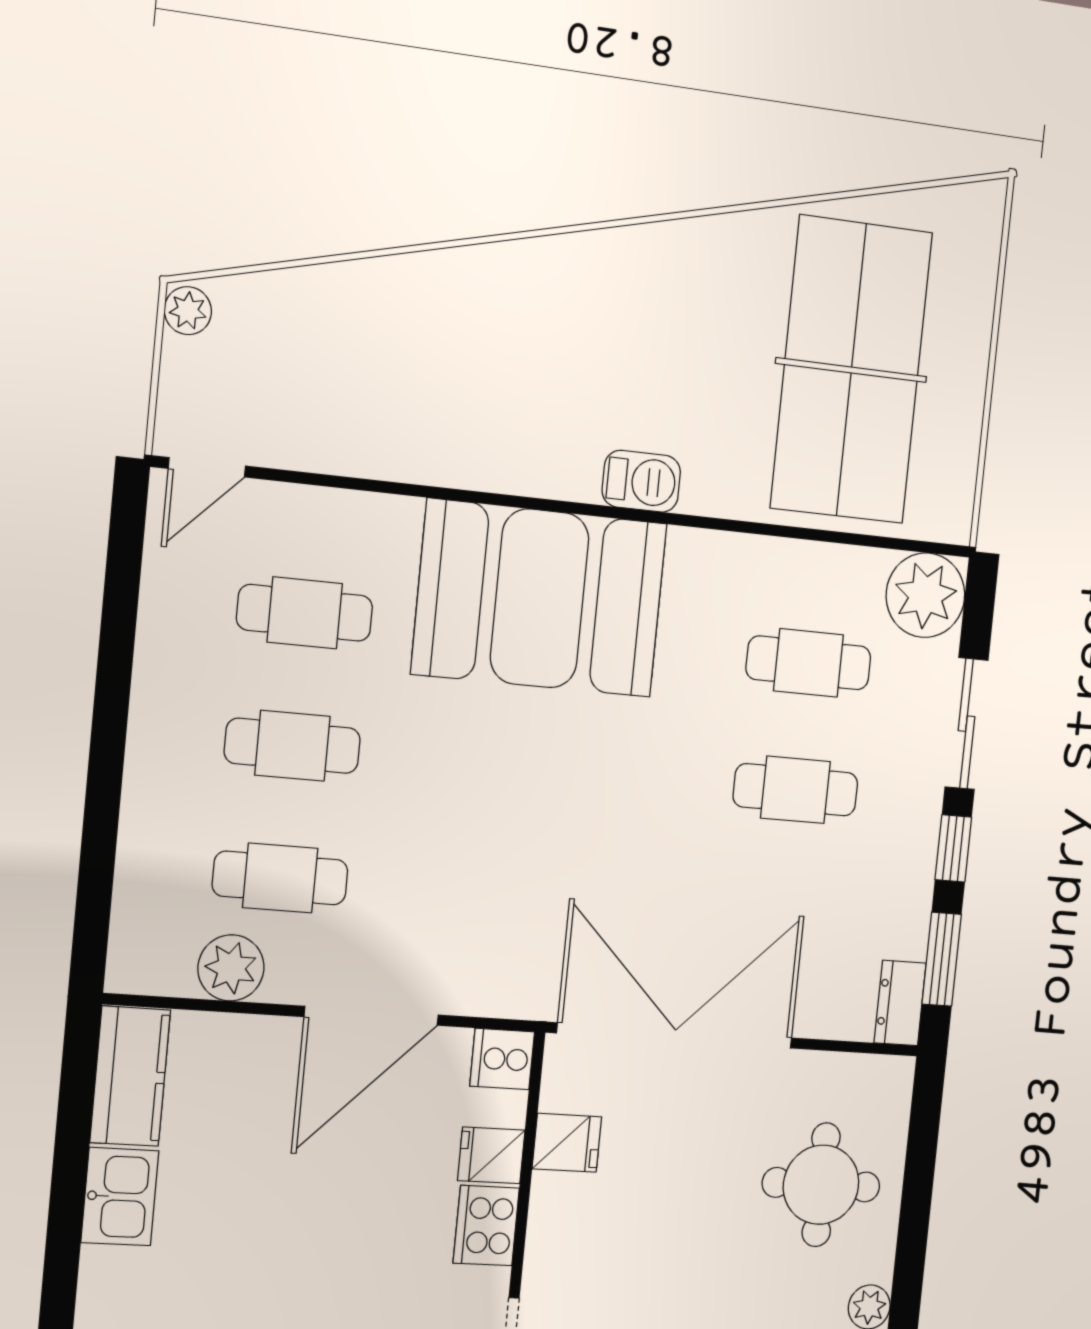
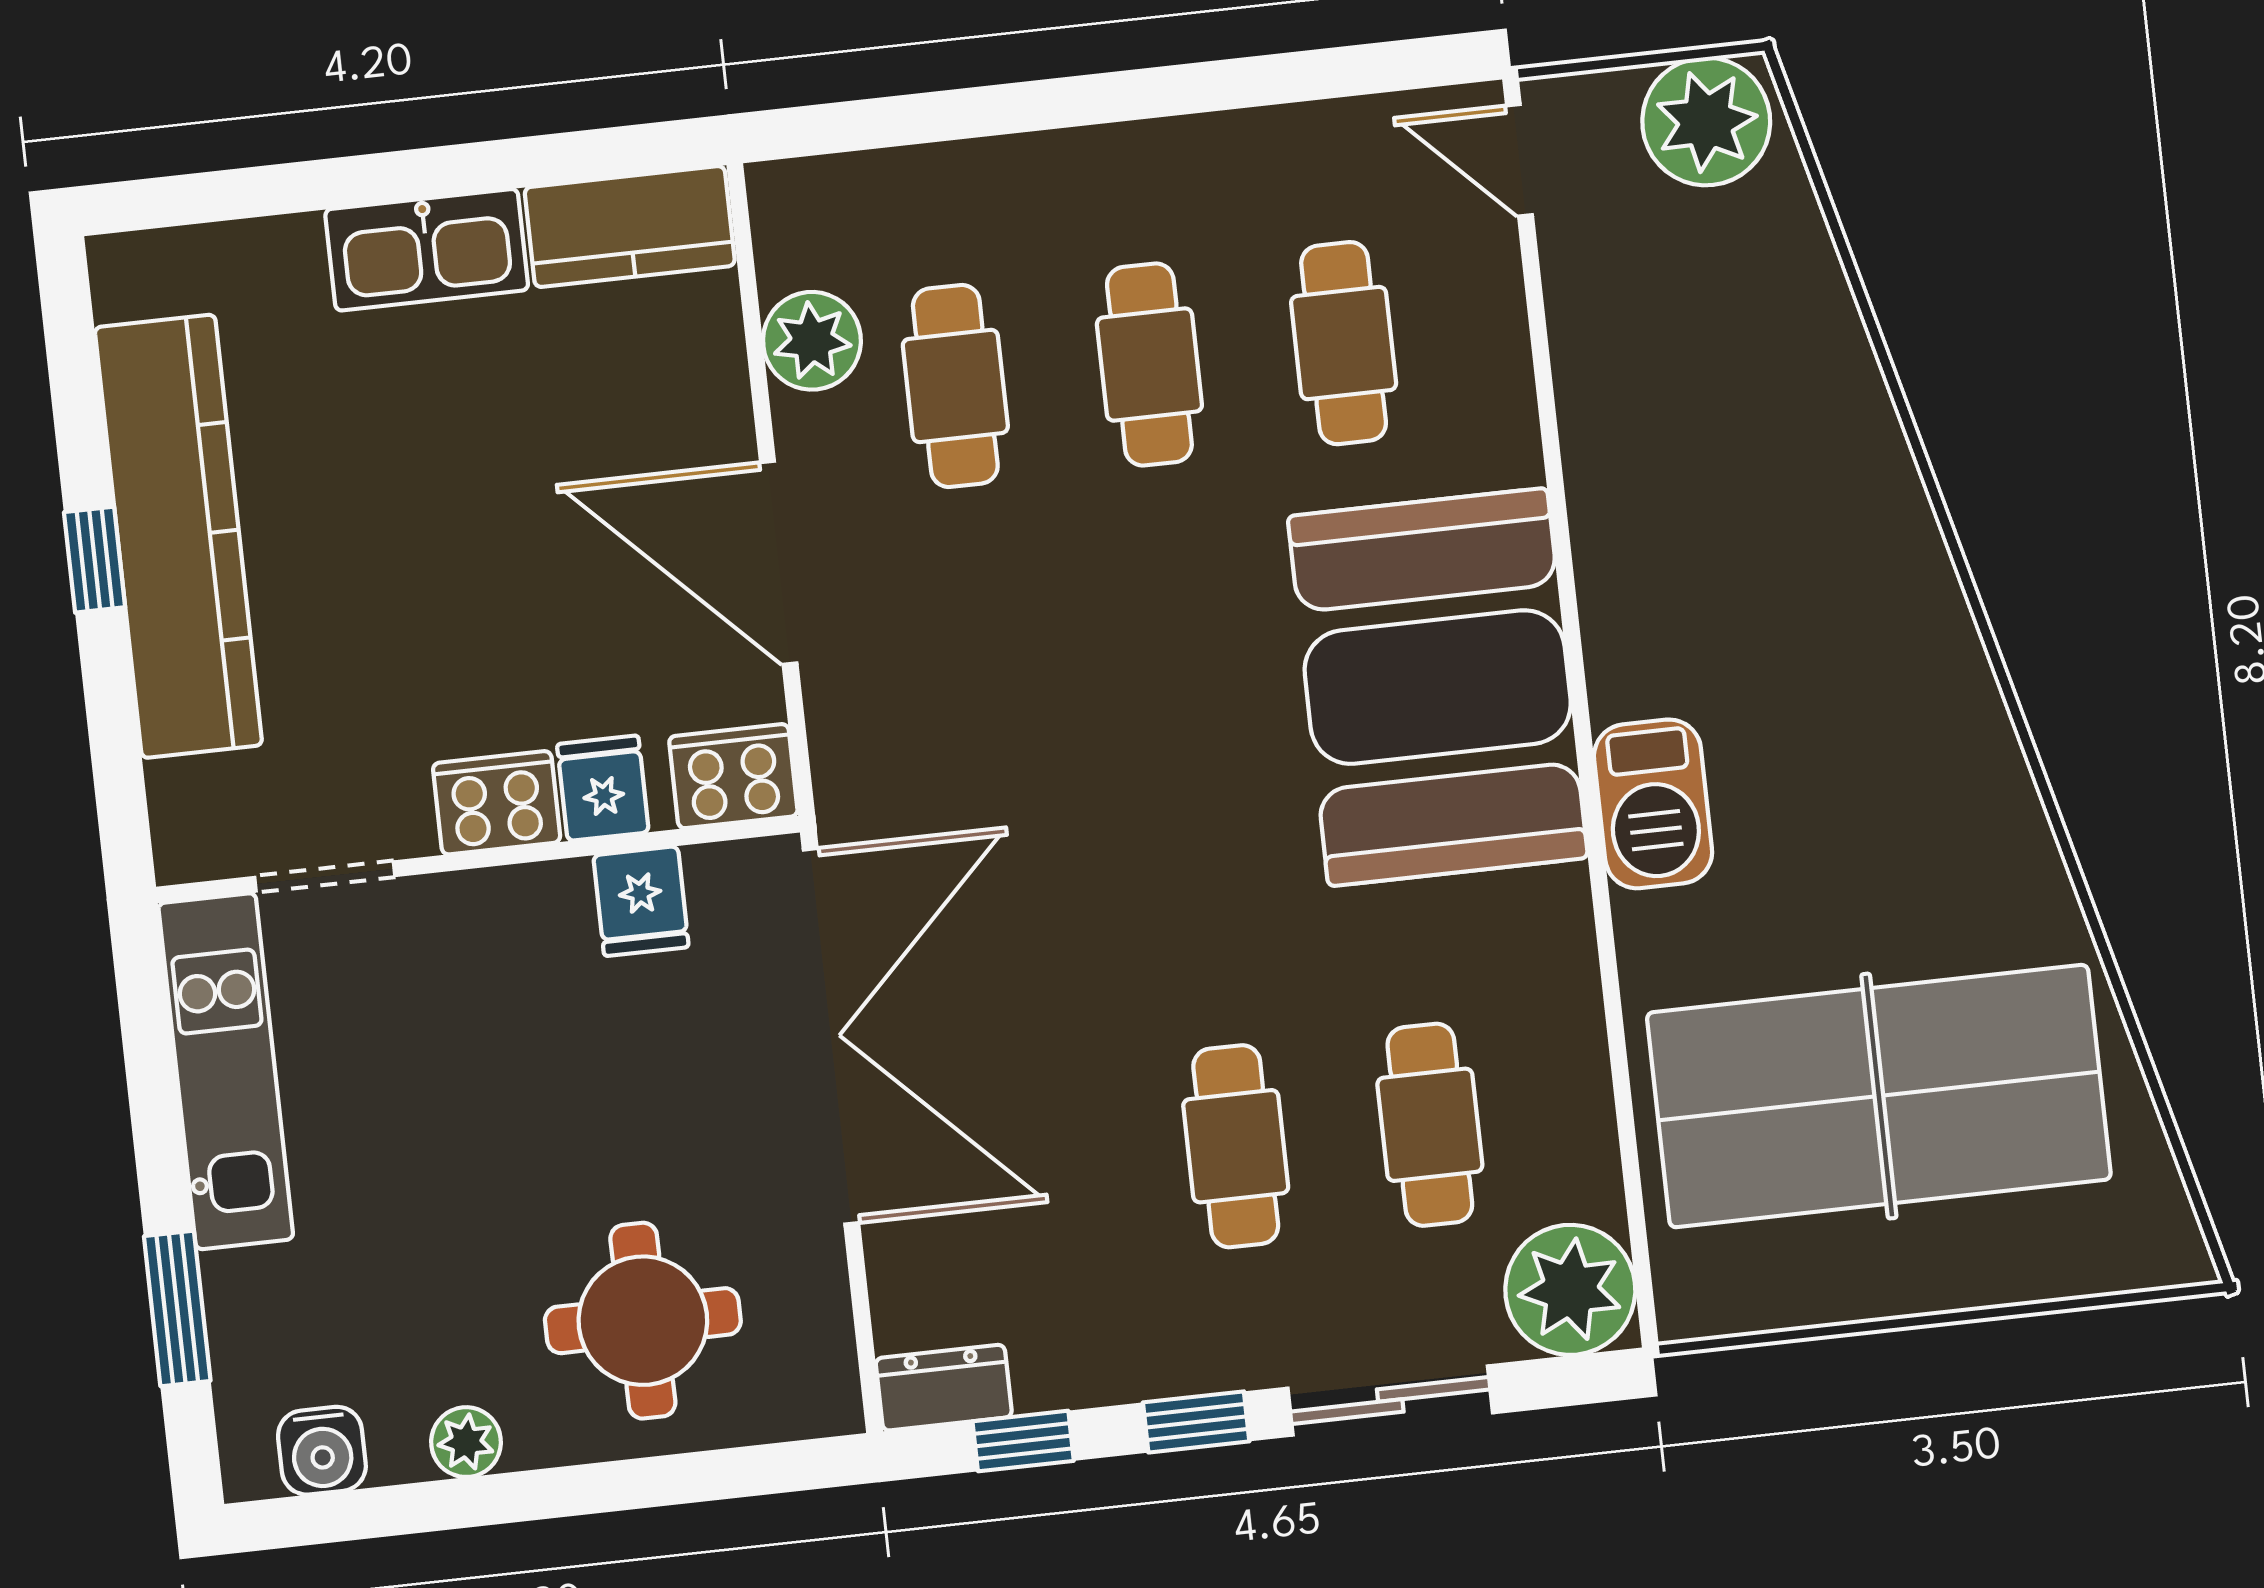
plant: (188, 311) -> (1706, 121), width x1.88, depth x1.88
barbecue: (641, 481) -> (1653, 804), width x1.38, depth x1.27
window: (942, 959) -> (1023, 1441), width x0.67
cooker: (502, 1059) -> (733, 776), width x1.36
kitchen sink: (120, 1197) -> (427, 250), width x1.38

